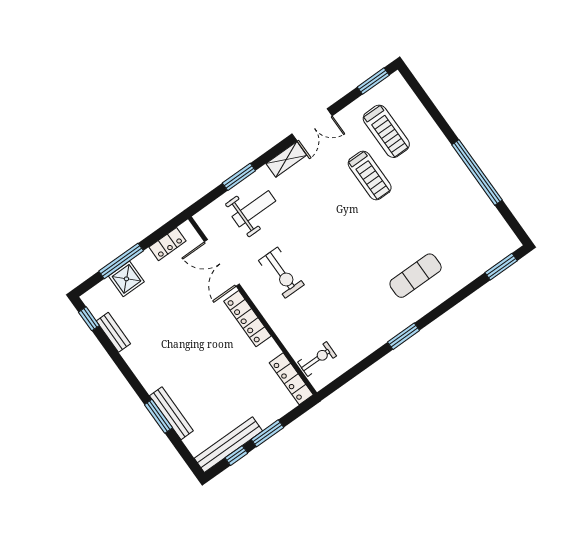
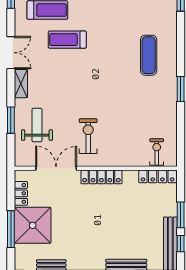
treadmill: (370, 175) -> (67, 40), turned 180
double door: (222, 263) -> (56, 168), swing flipped
exercise bike: (281, 273) -> (88, 136), turned -90
shower: (126, 279) -> (33, 225), width x1.86, depth x1.86

